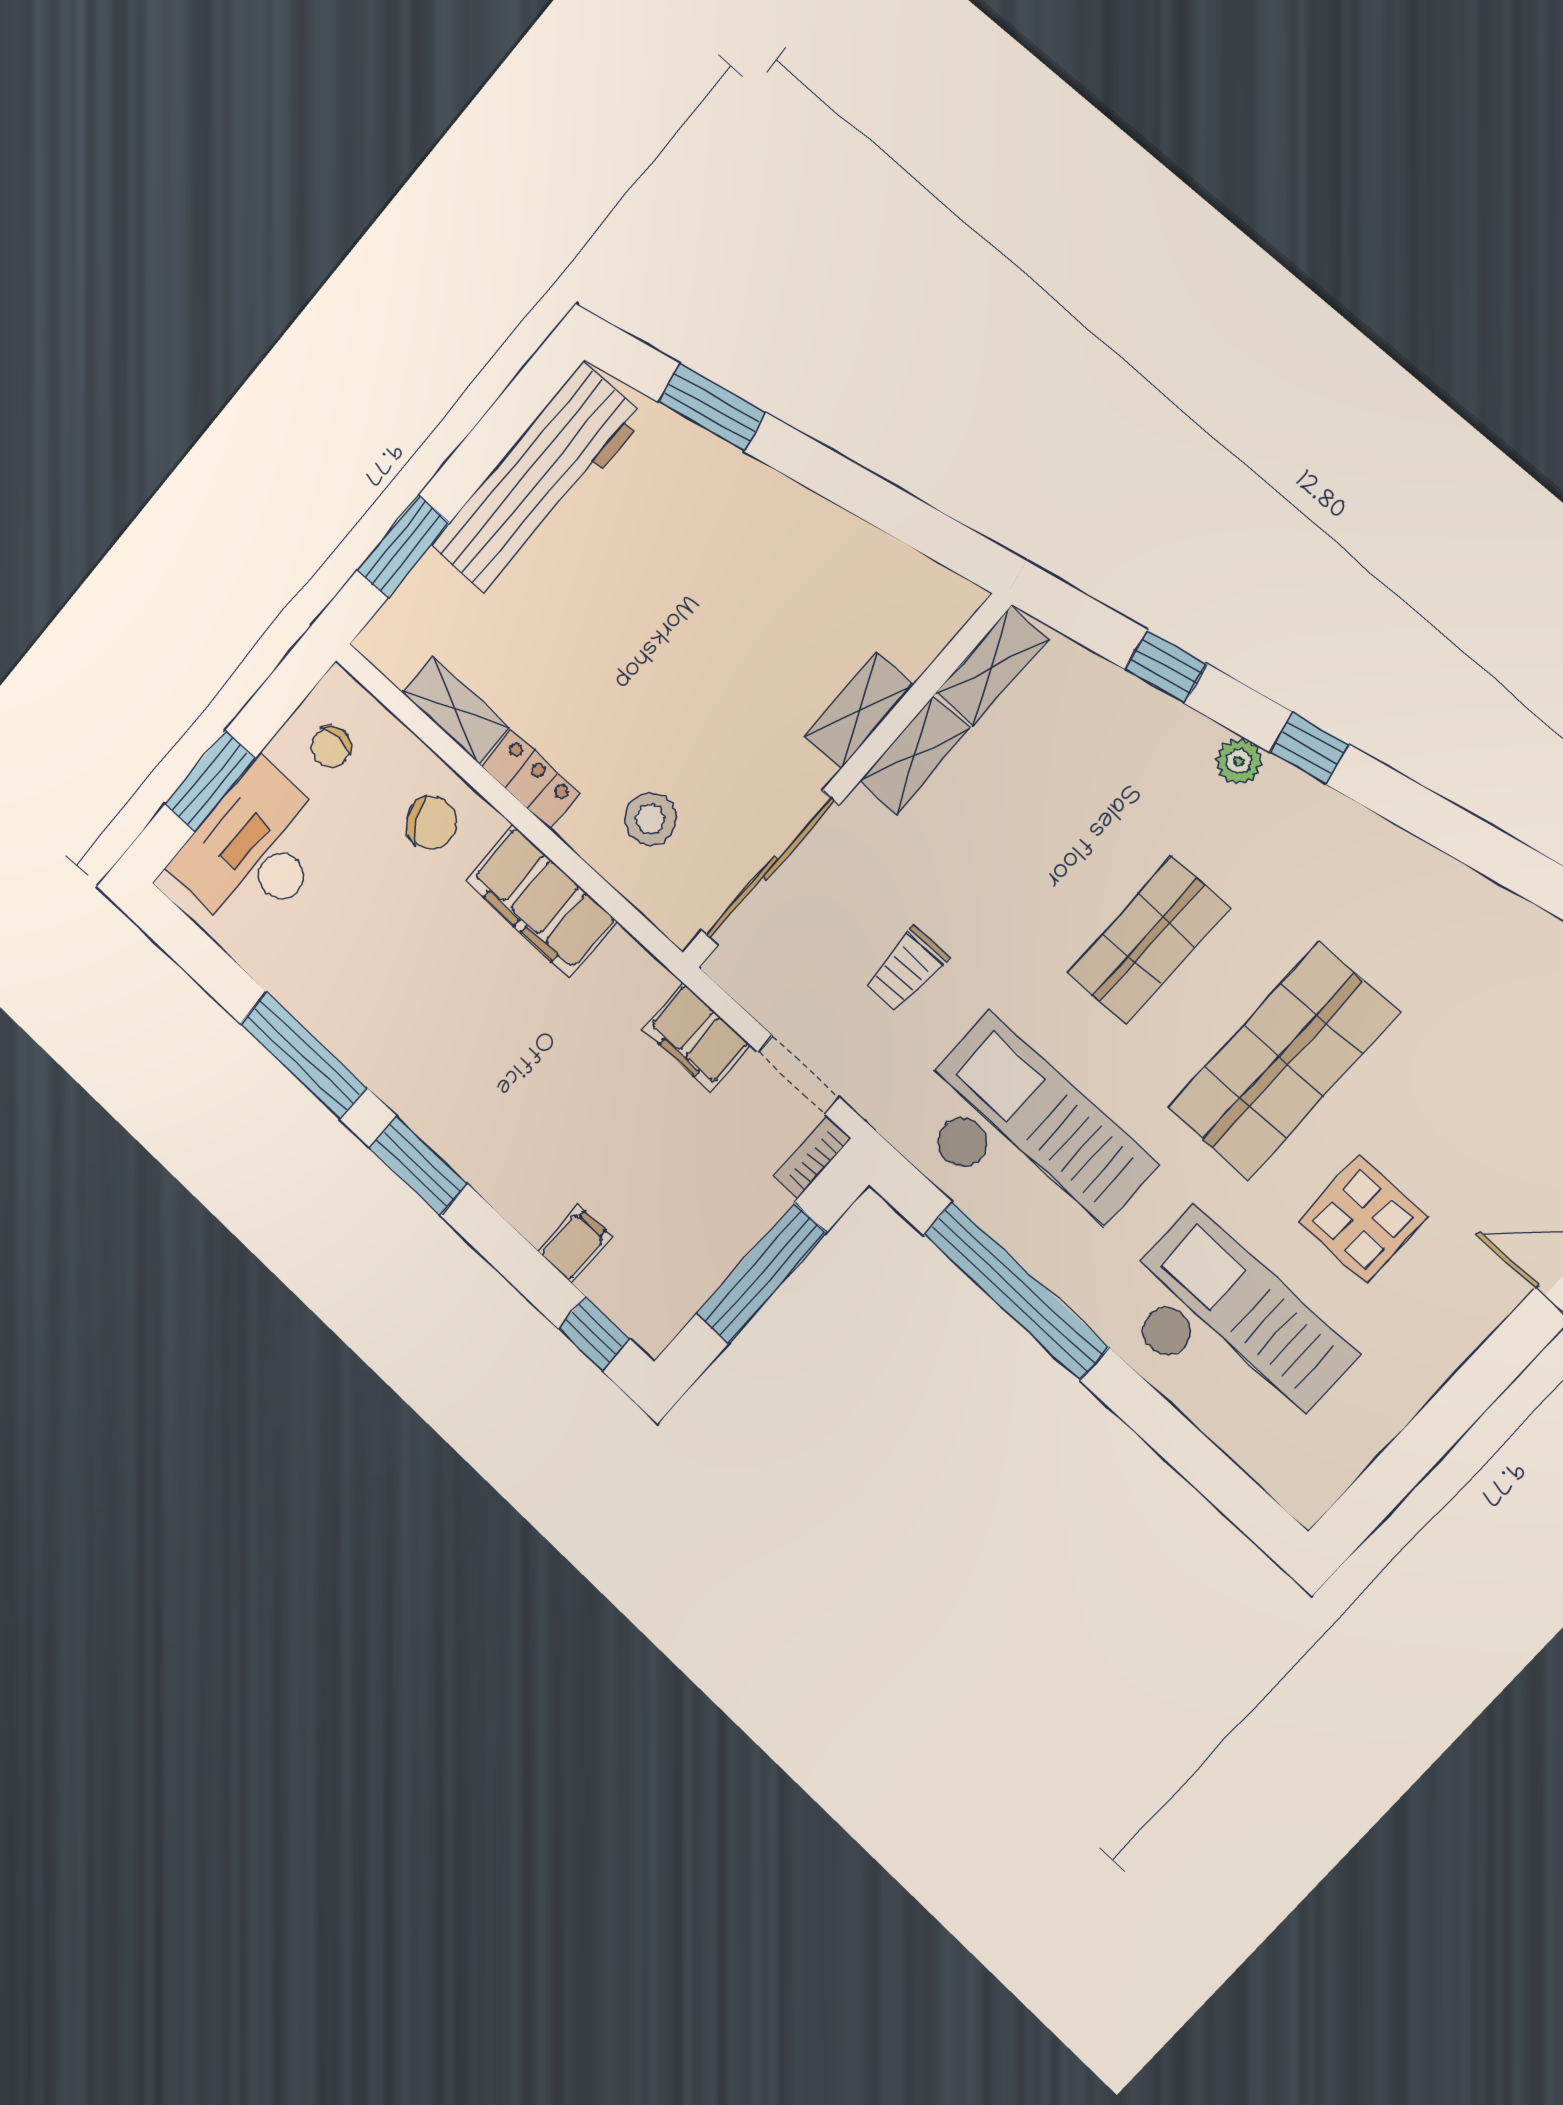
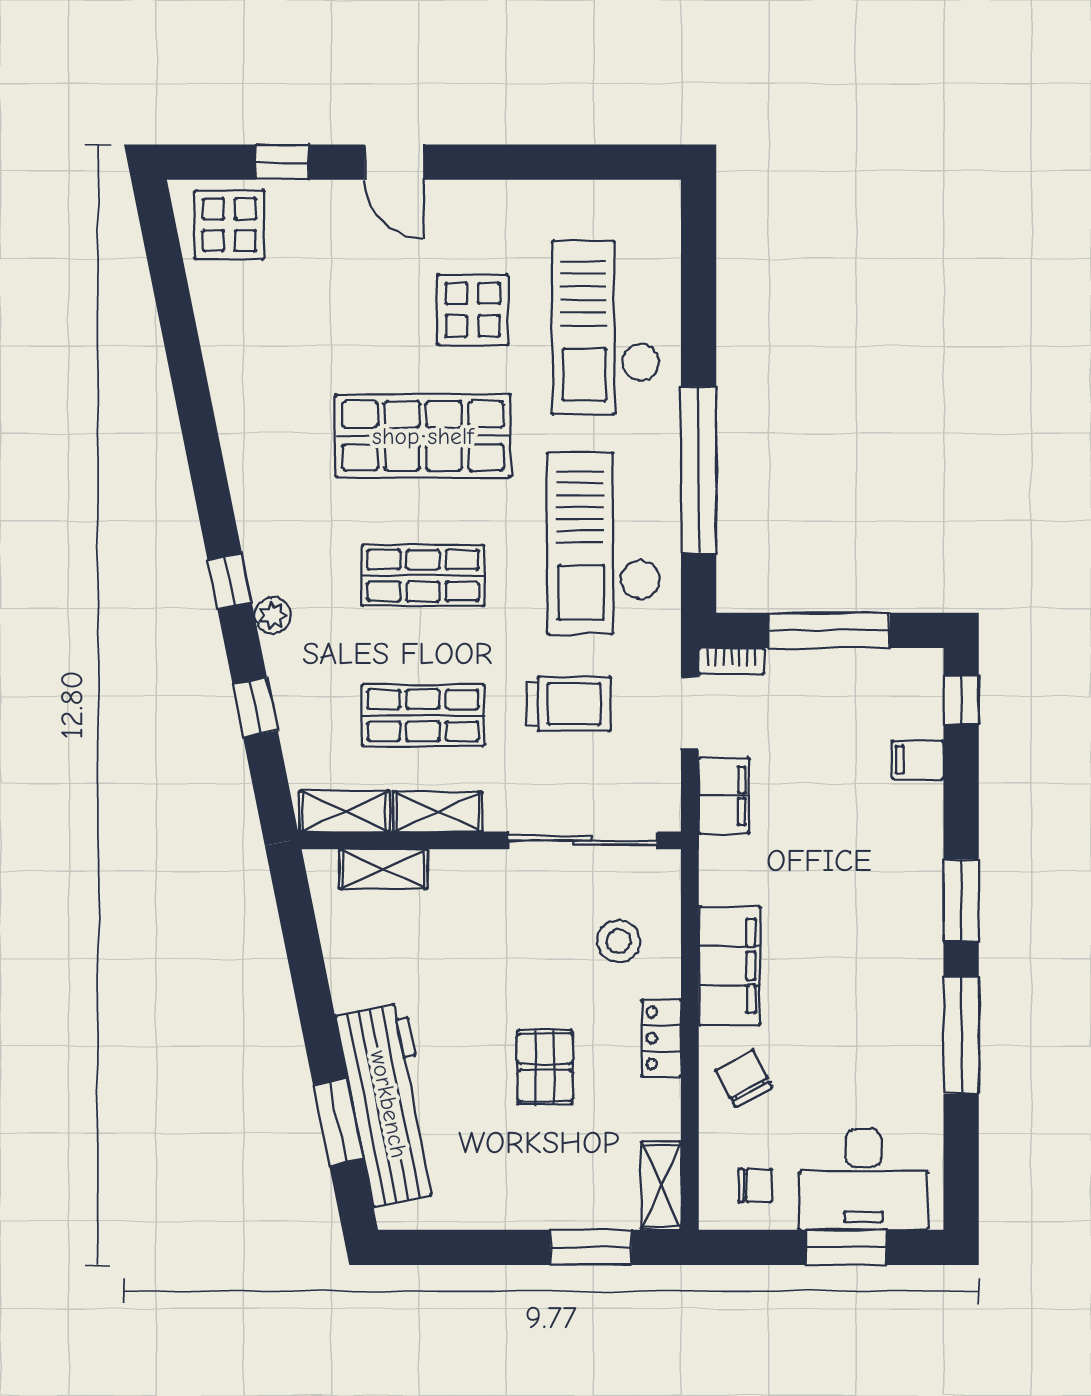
workbench: (538, 482) -> (389, 1104), moved, turned 79
pallet: (597, 647) -> (545, 1067), added
shelving: (455, 710) -> (661, 1186), moved
shelving: (859, 711) -> (383, 869), moved
shop shelf: (1016, 822) -> (423, 715), added
trolley: (906, 969) -> (568, 704), width x1.36, depth x1.39

